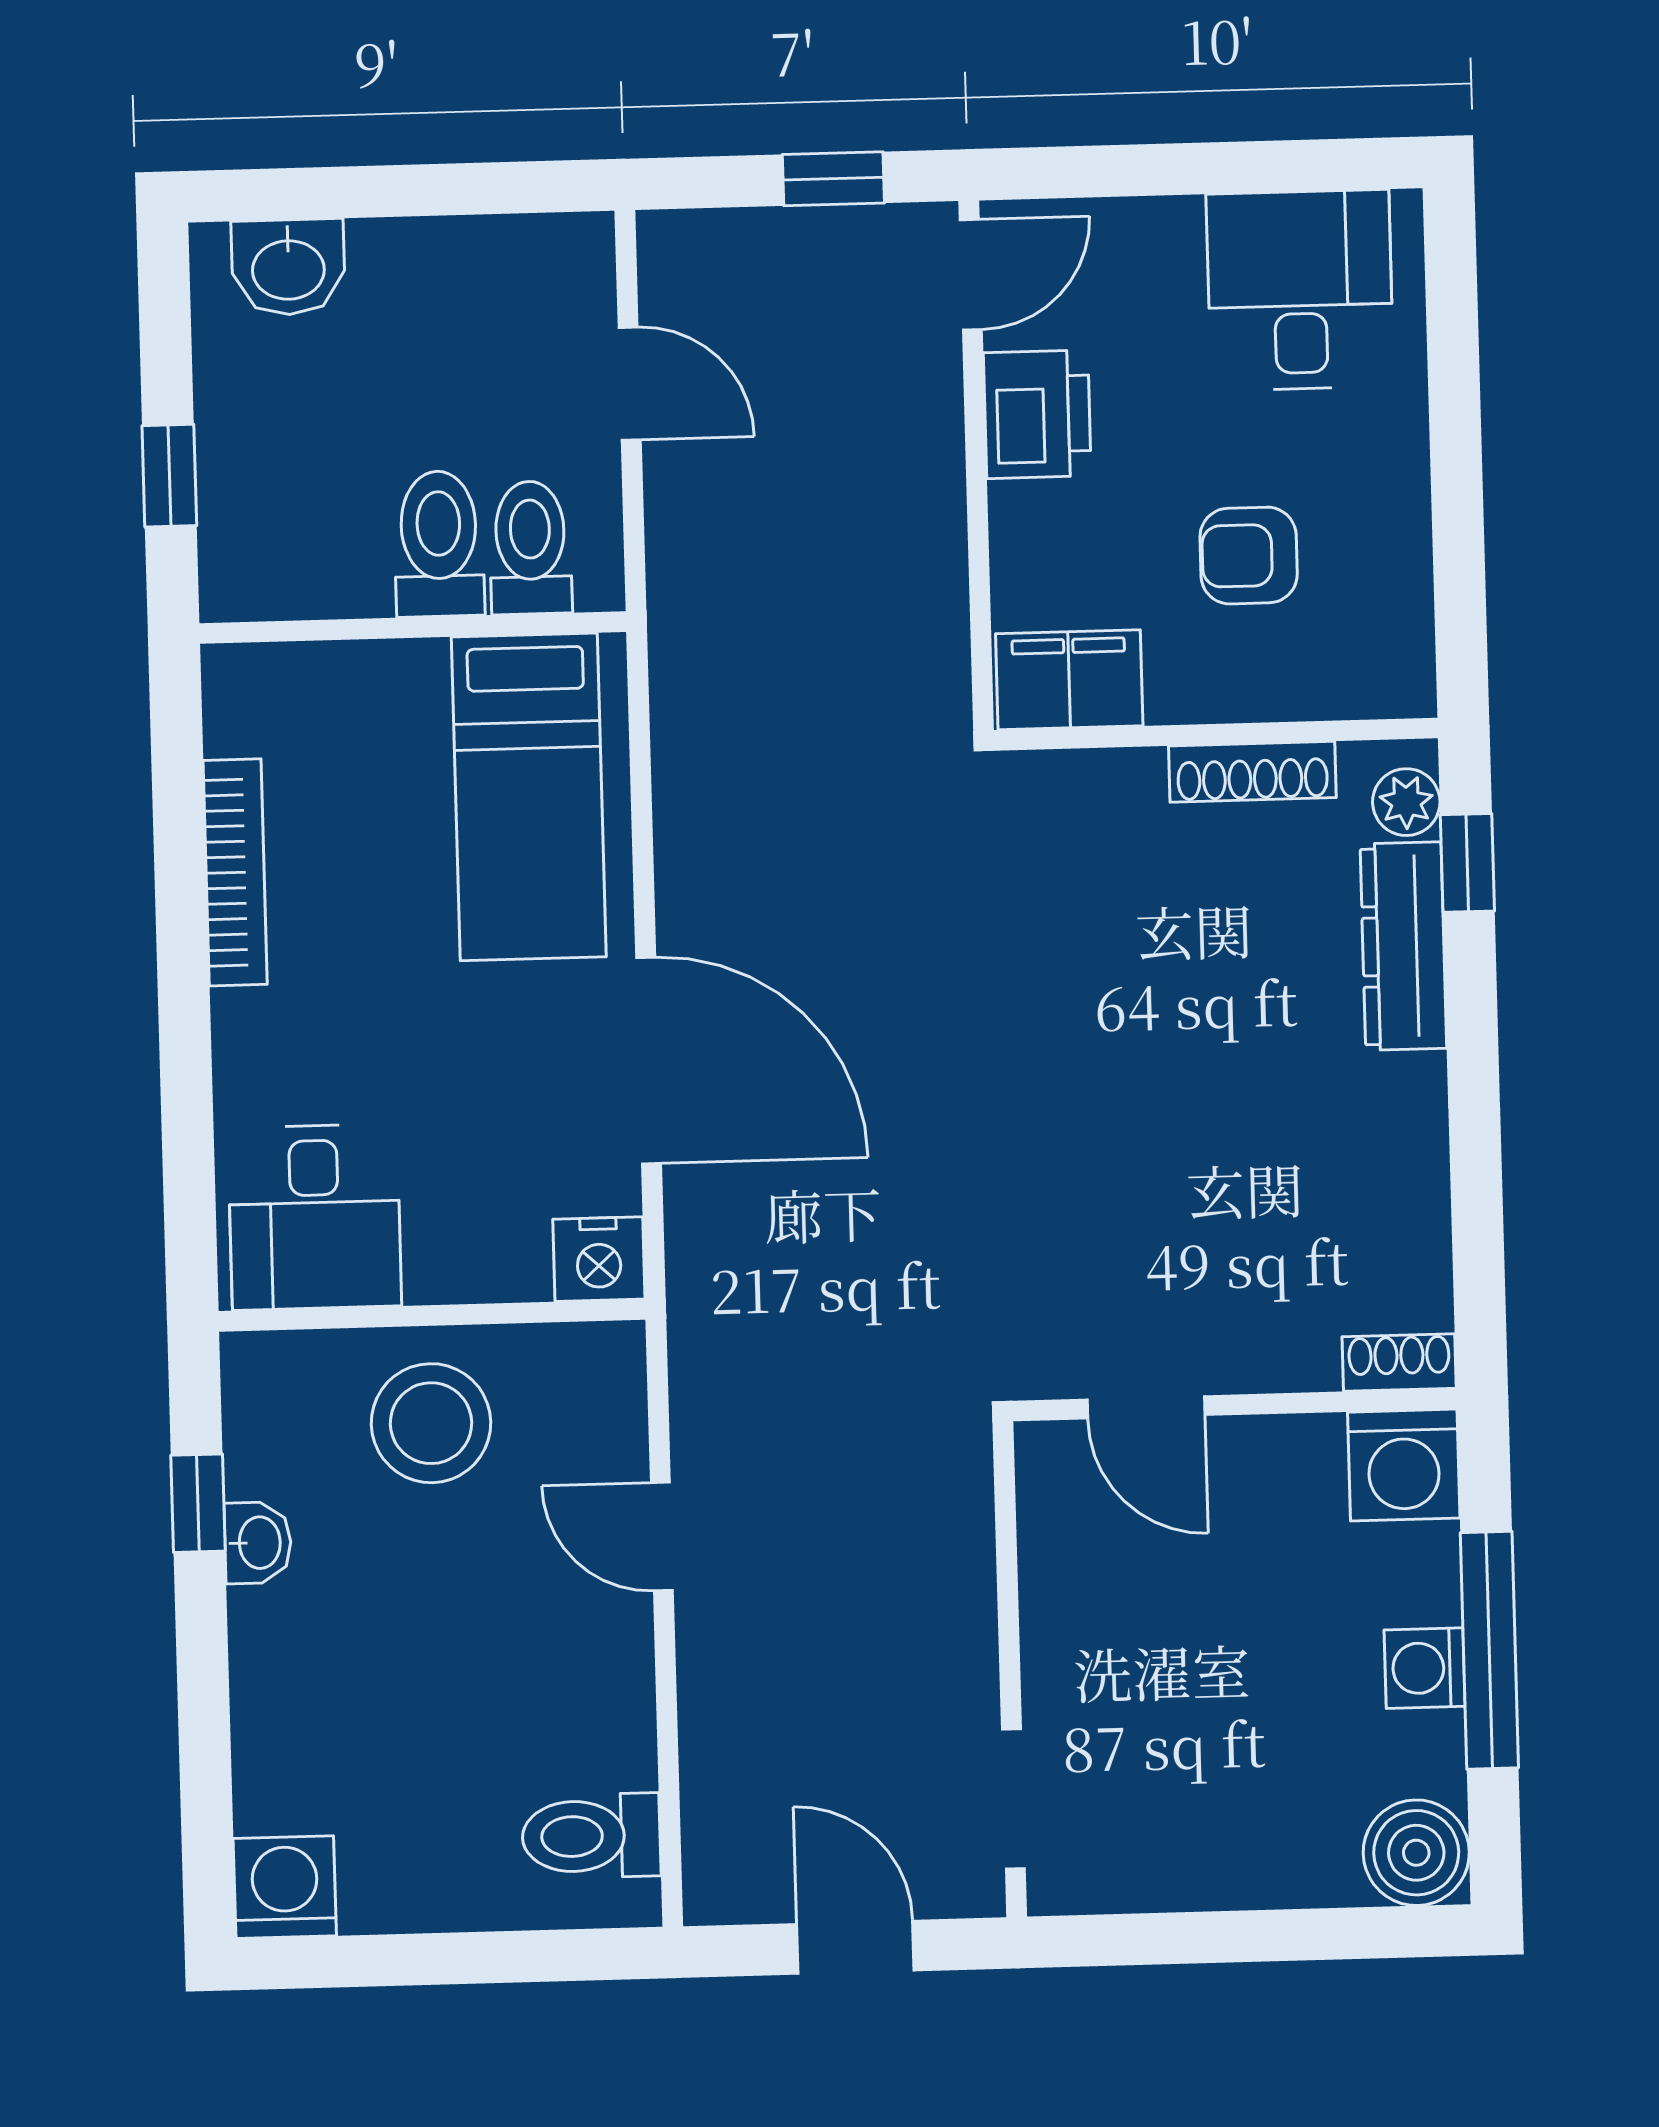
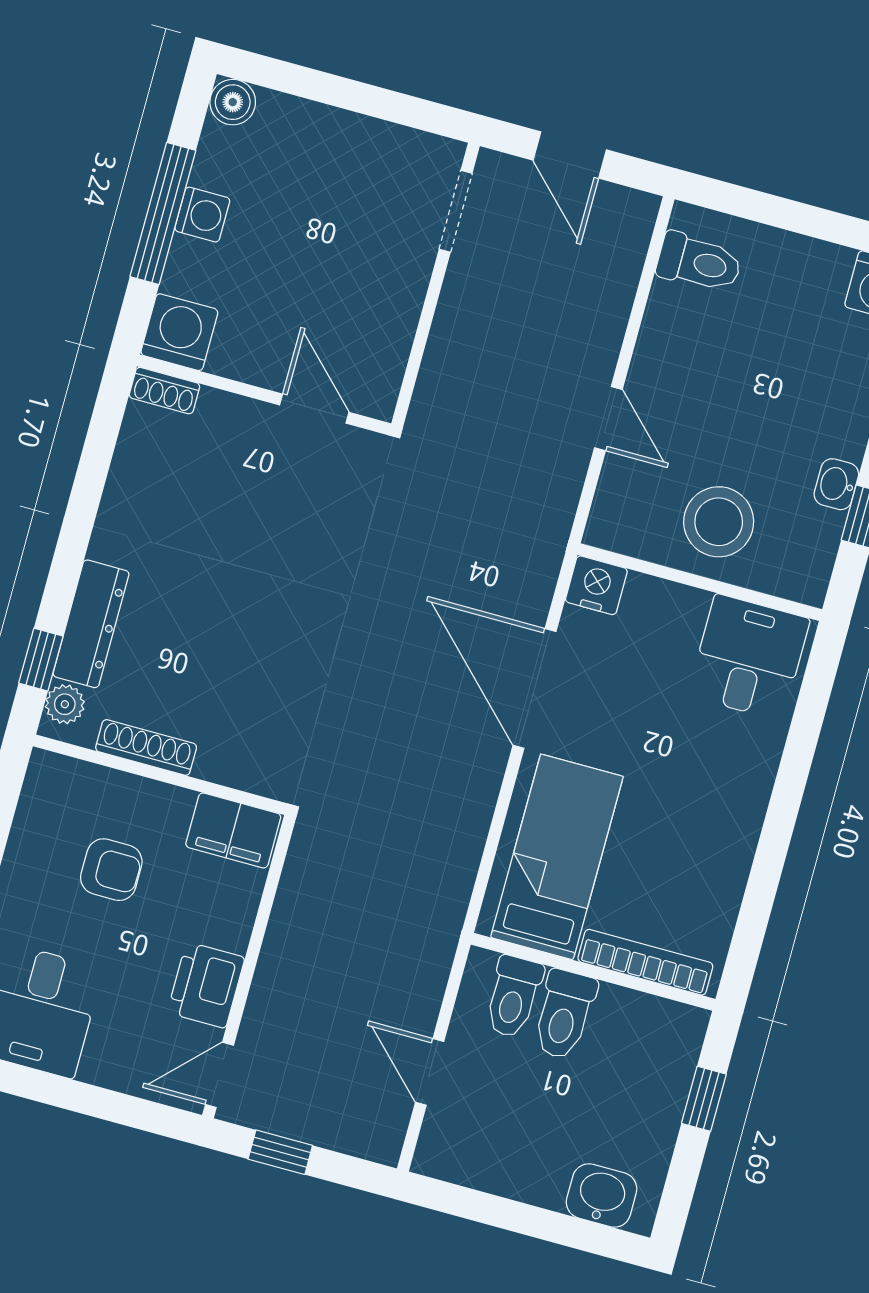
bookcase: (235, 872) -> (645, 962), moved, turned 90
boiler: (1416, 1853) -> (233, 102), width x0.73, depth x0.73

